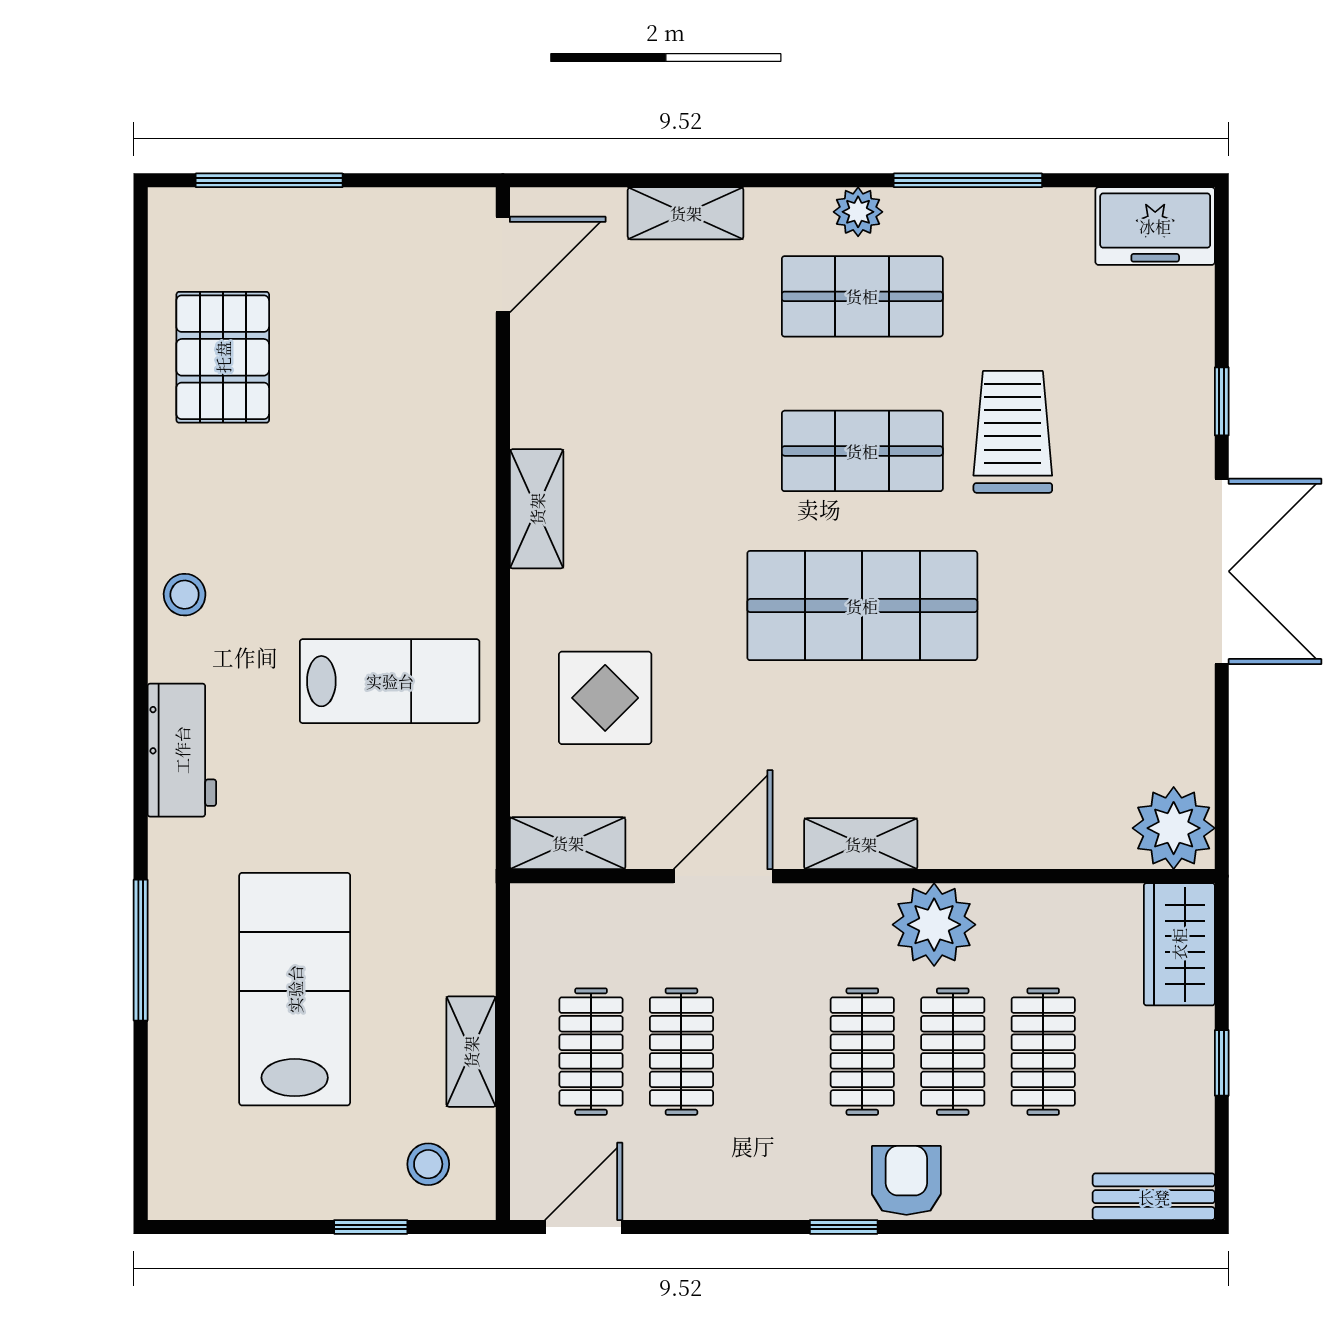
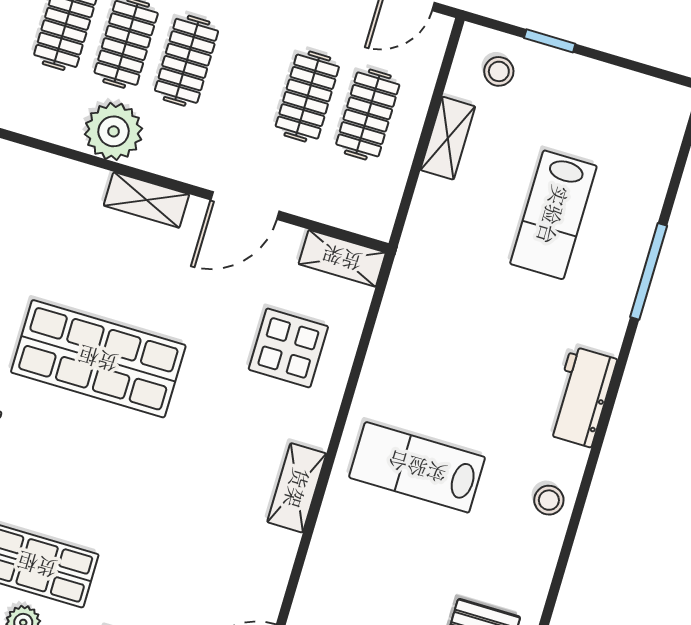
shop shelf: (862, 451) -> (68, 462), removed
lab bench: (390, 681) -> (417, 467), moved
lab bench: (295, 989) -> (553, 215), width x0.73, depth x0.72

